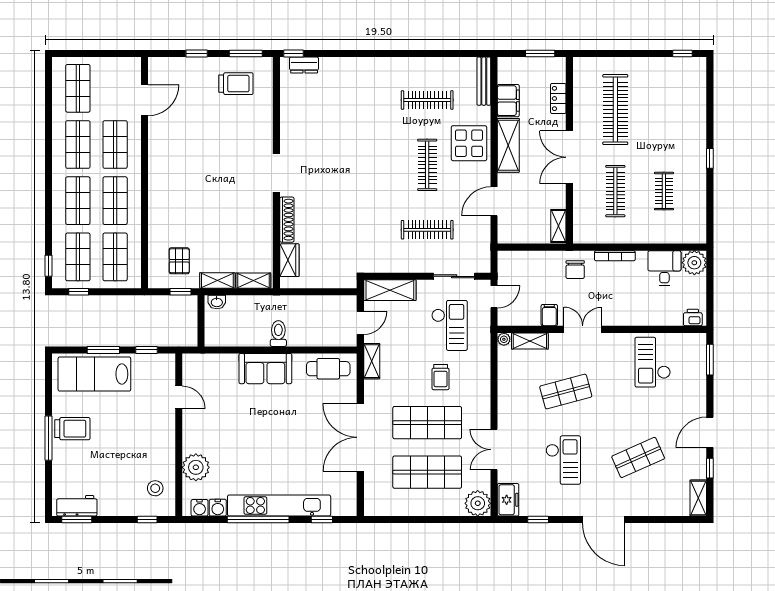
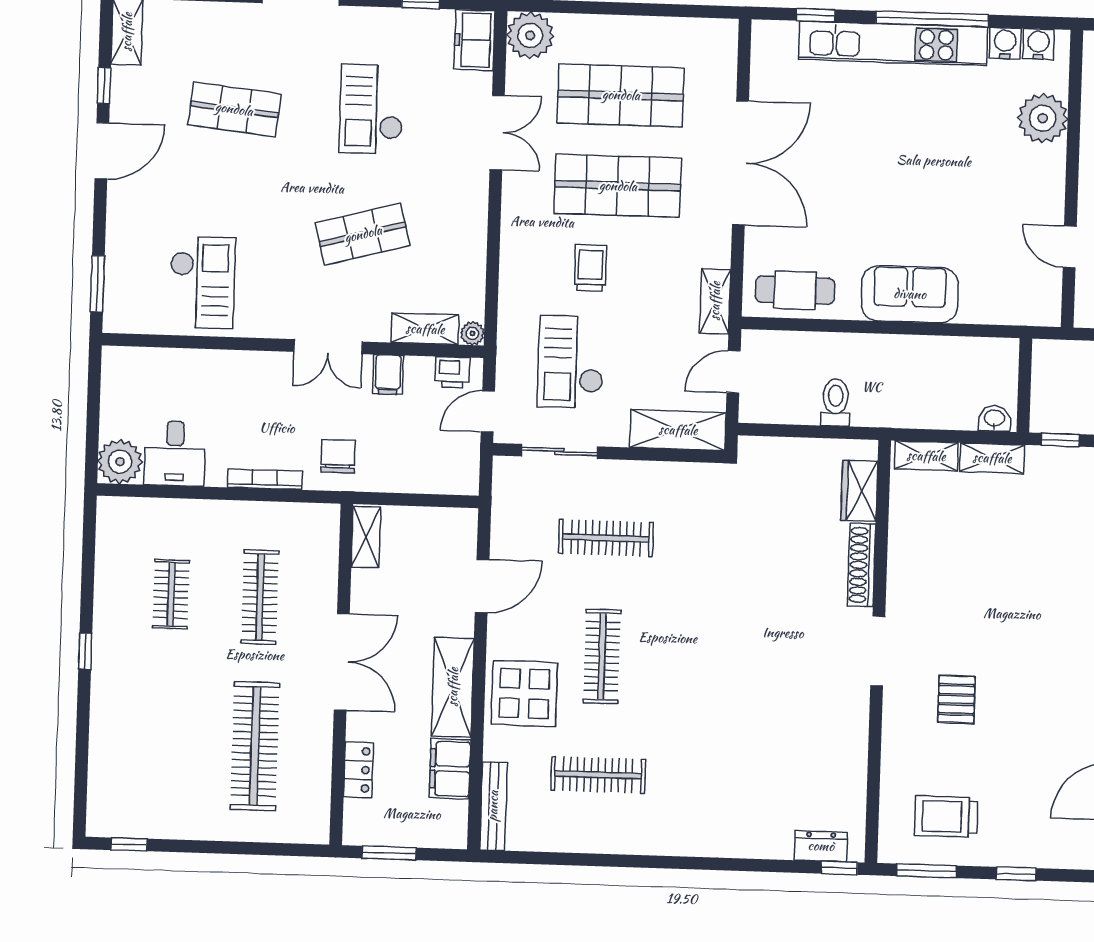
pallet: (179, 261) -> (956, 699), moved
printer: (693, 318) -> (452, 372), moved
toilet: (278, 334) -> (836, 402), moved, turned 180
shop shelf: (638, 457) -> (234, 109), turned 30

